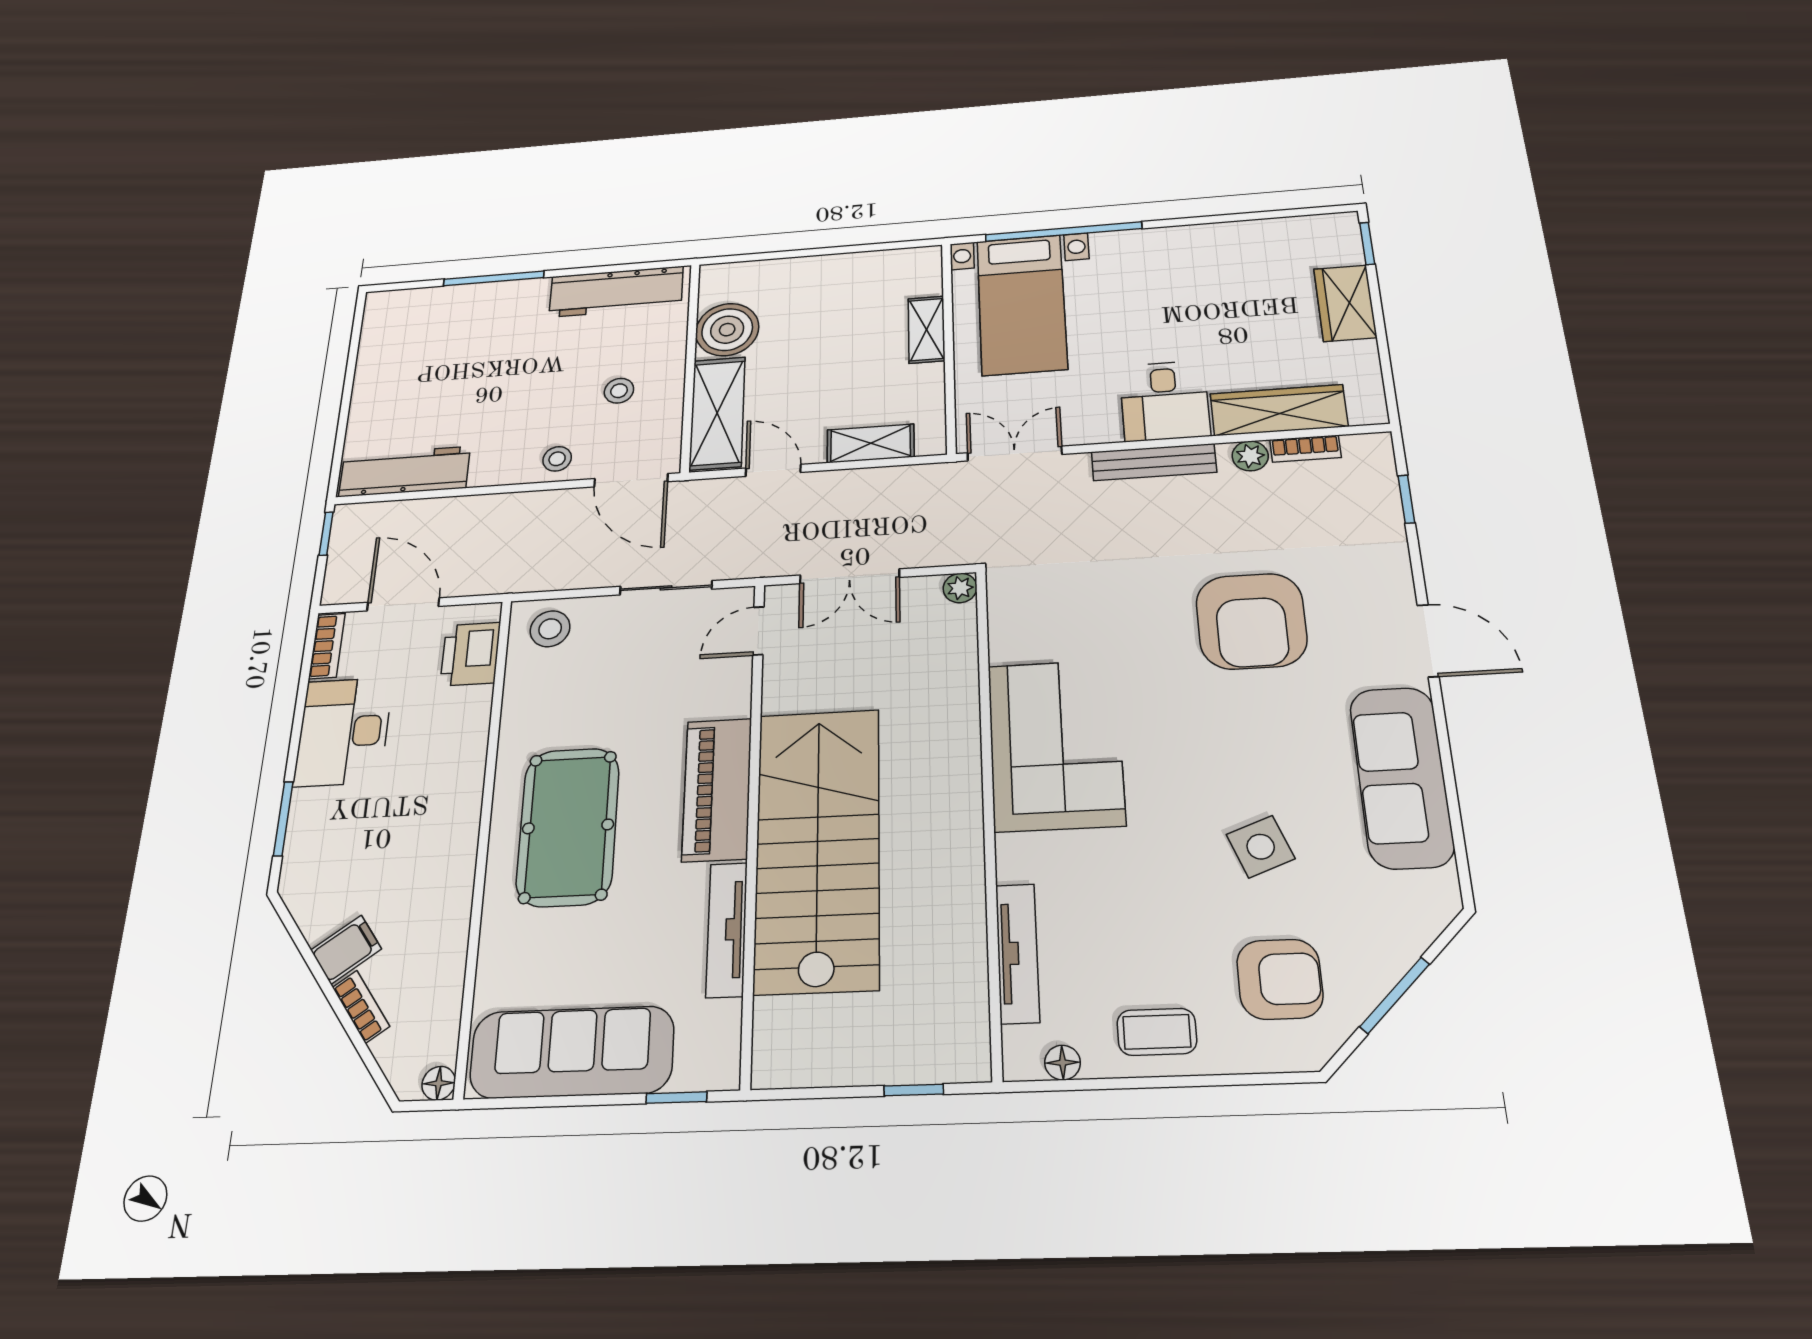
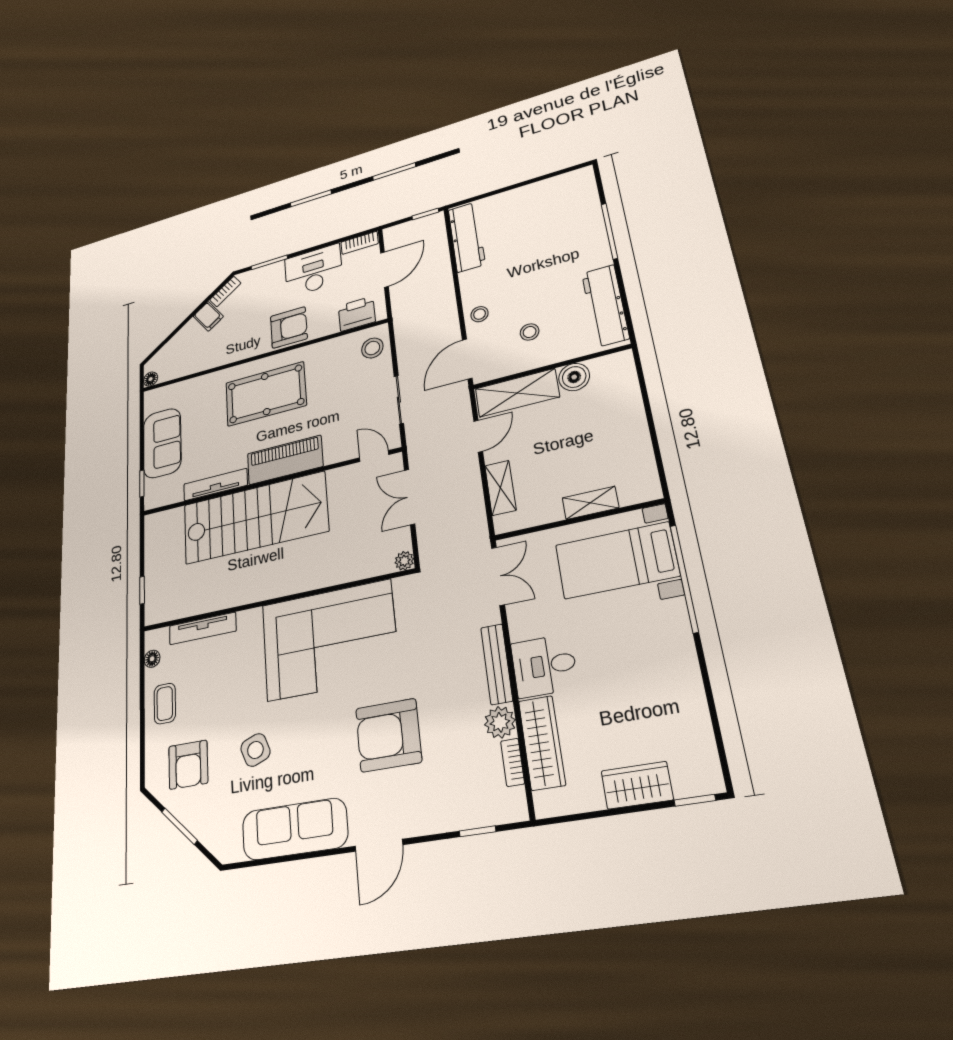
boiler: (727, 330) -> (574, 377), width x0.73, depth x0.73
plant: (1250, 456) -> (500, 722), width x1.38, depth x1.38
corner sofa: (1056, 745) -> (329, 640), width x1.36, depth x1.36
armchair: (444, 780) -> (289, 327), added
bookcase: (361, 1007) -> (225, 292), moved
sofa: (572, 1052) -> (162, 443), width x0.73

